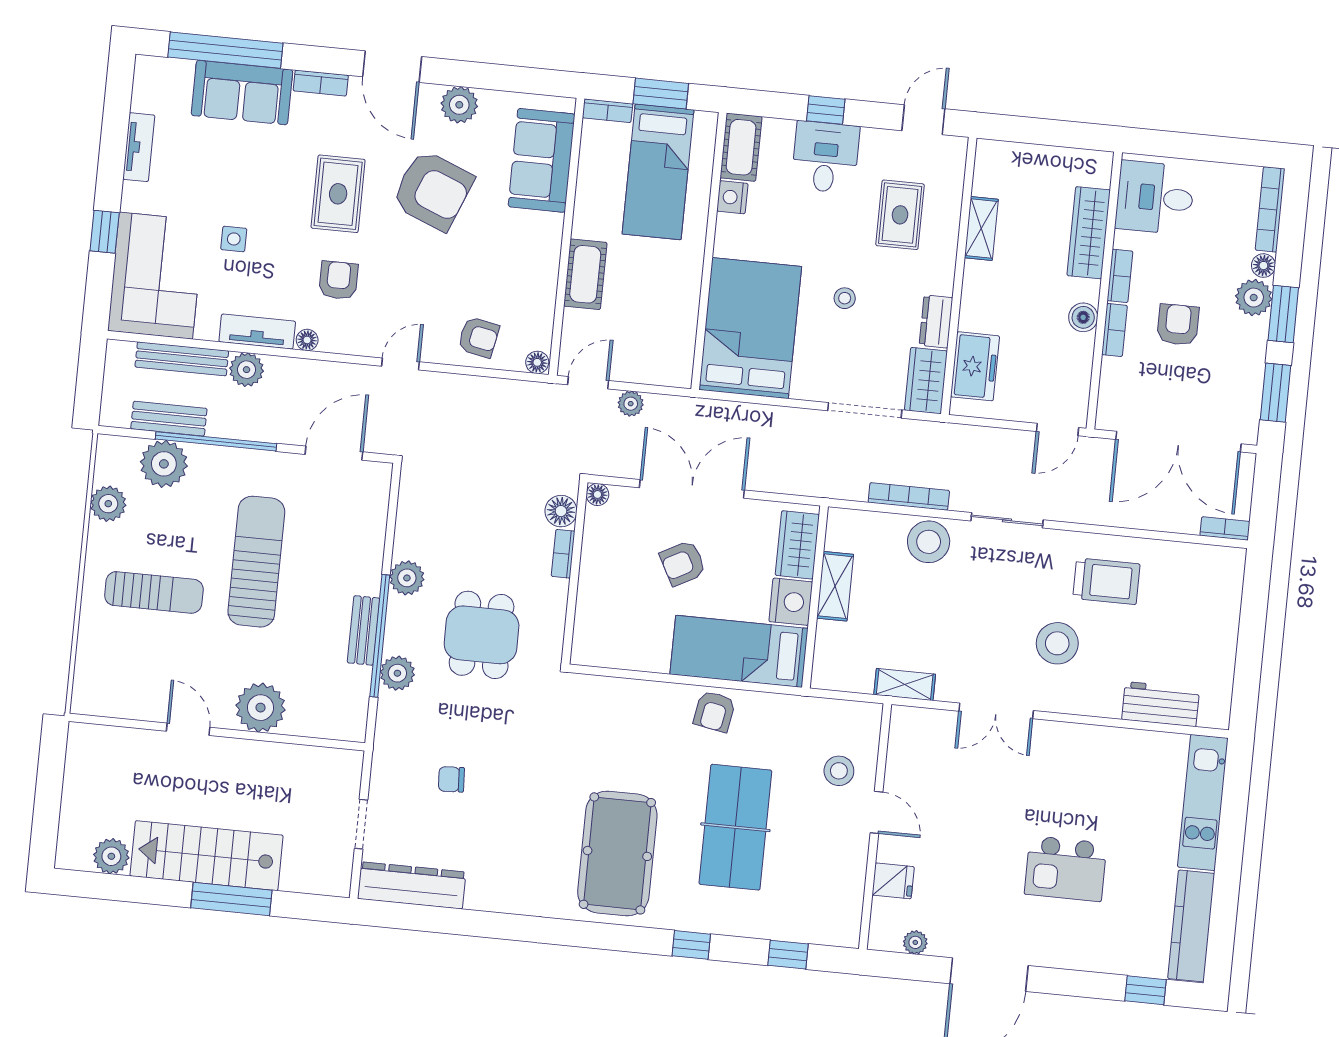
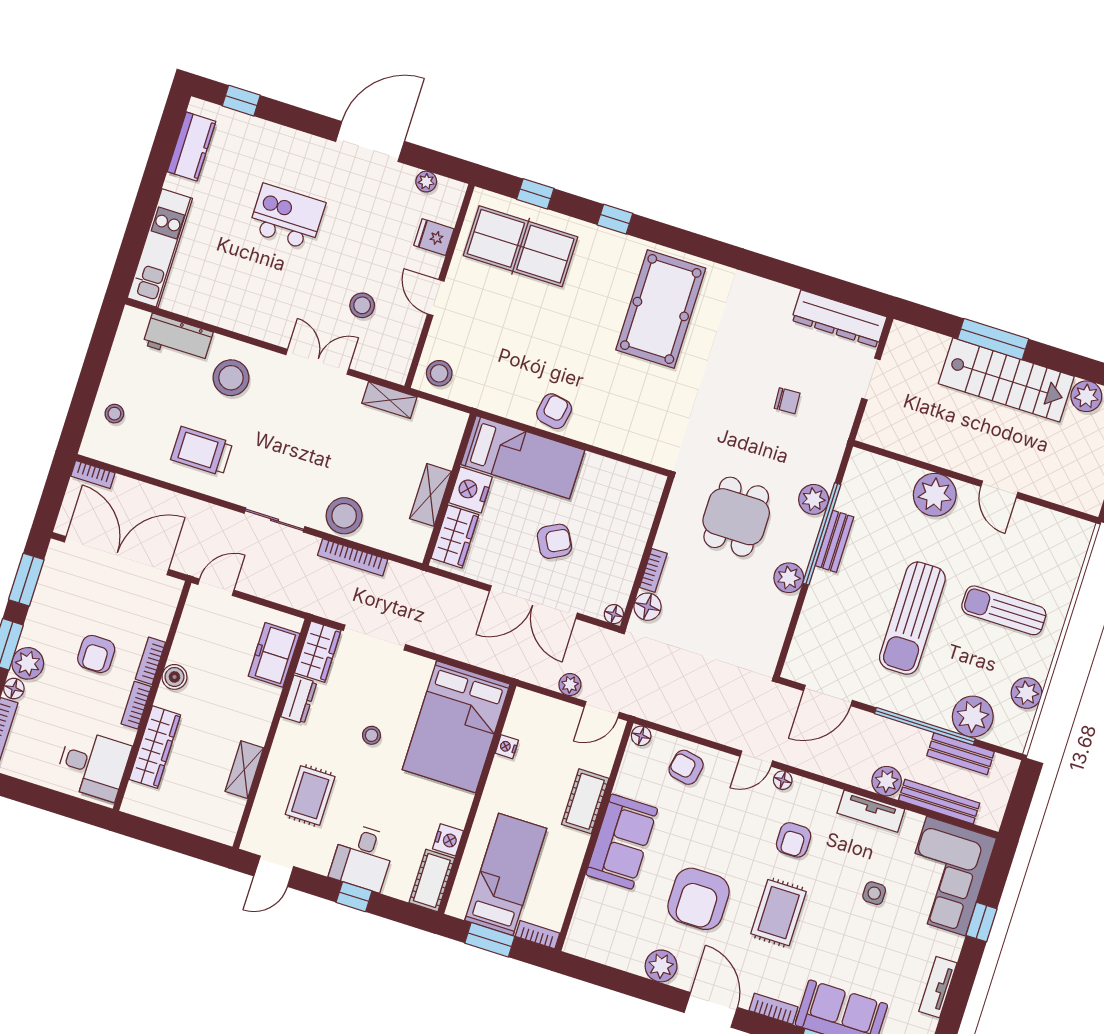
sofa: (542, 160) -> (622, 842), moved
armchair: (433, 190) -> (698, 899), turned -112
nightstand: (688, 318) -> (507, 747), added
floor lamp: (307, 340) -> (783, 780), moved
stool: (1215, 603) -> (114, 414), added
stool: (1057, 643) -> (231, 378), moved
stool: (839, 771) -> (439, 373), moved
stool: (959, 786) -> (362, 305), added
table tennis table: (735, 827) -> (521, 246), moved, turned 90
kitchen counter: (1191, 926) -> (192, 146), width x0.67

